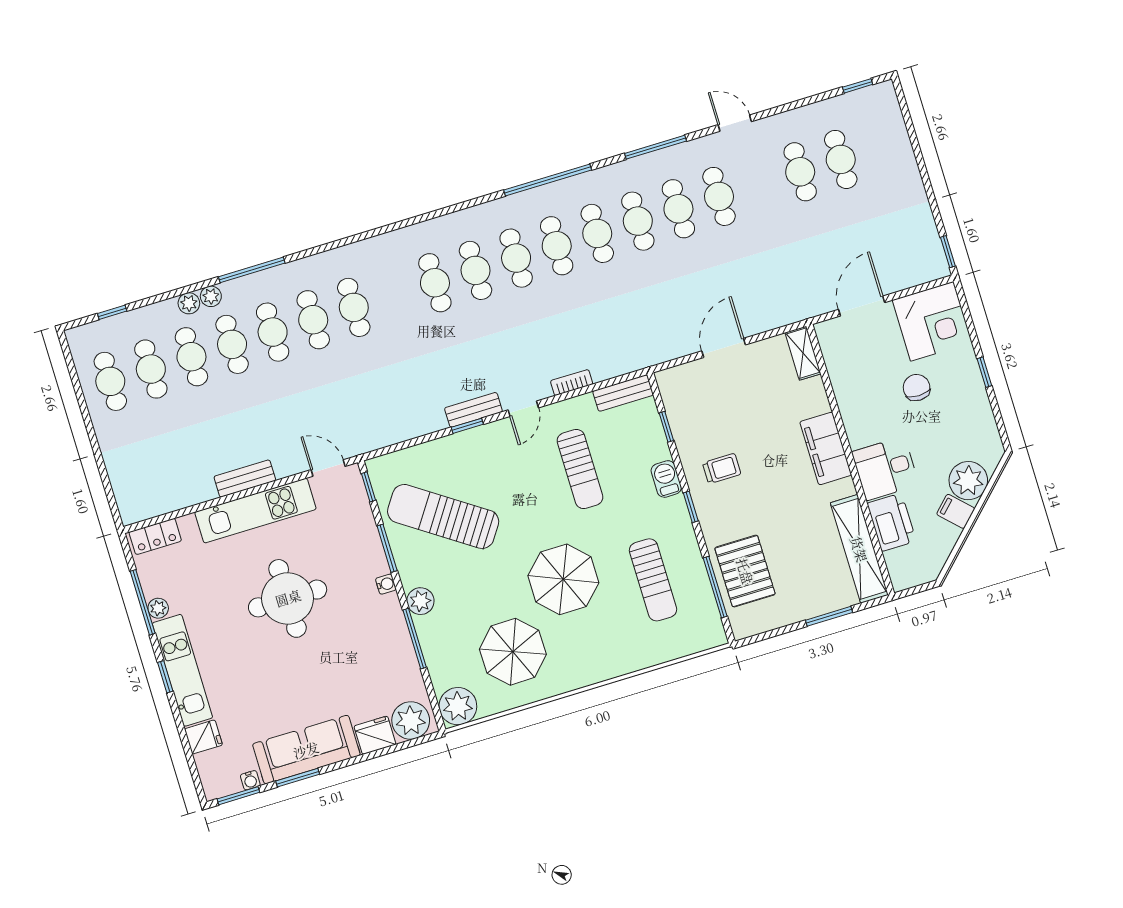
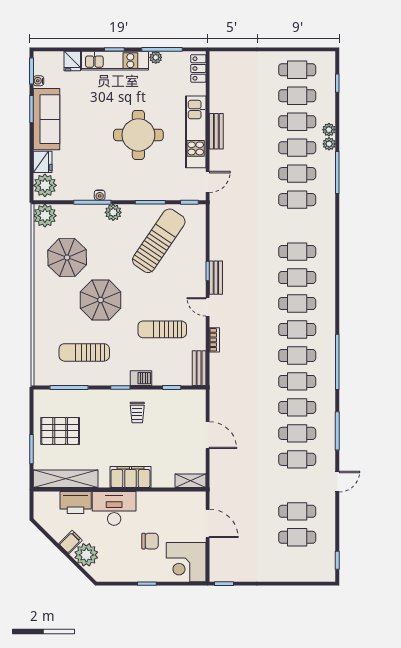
cafe table: (354, 307) -> (297, 252), moved
desk: (885, 468) -> (114, 508), width x1.37
pallet: (745, 571) -> (60, 431), moved
water cooler: (386, 584) -> (100, 195), moved

